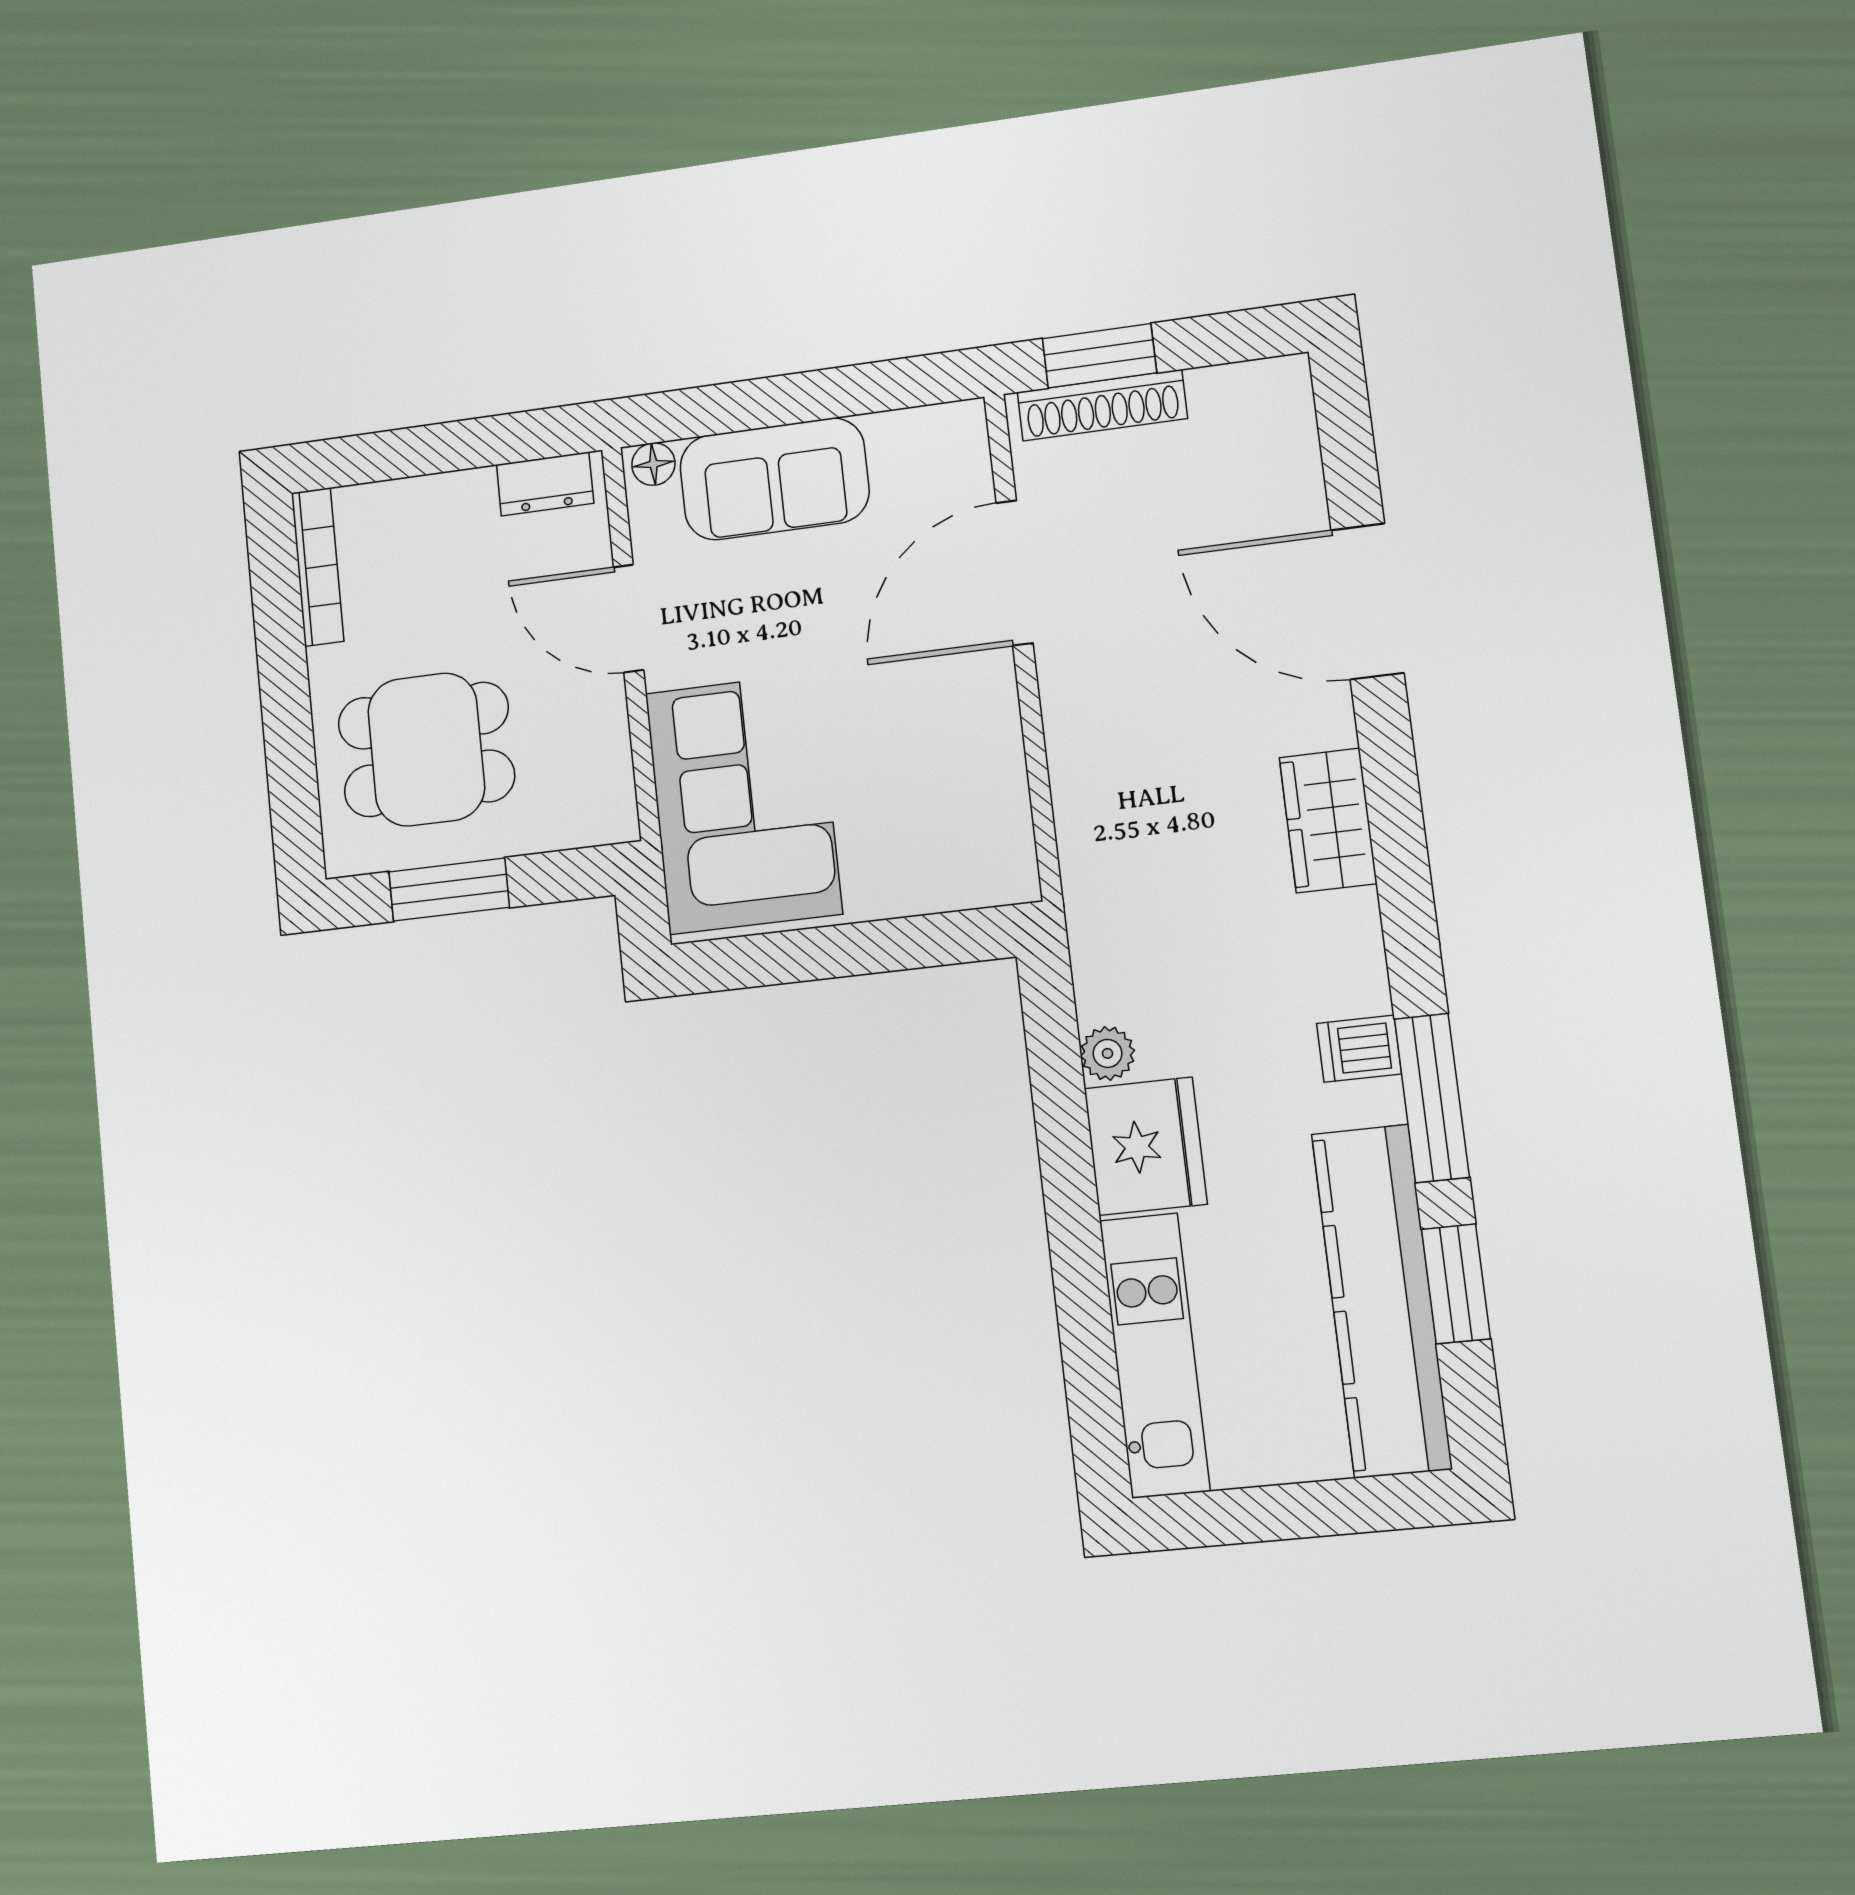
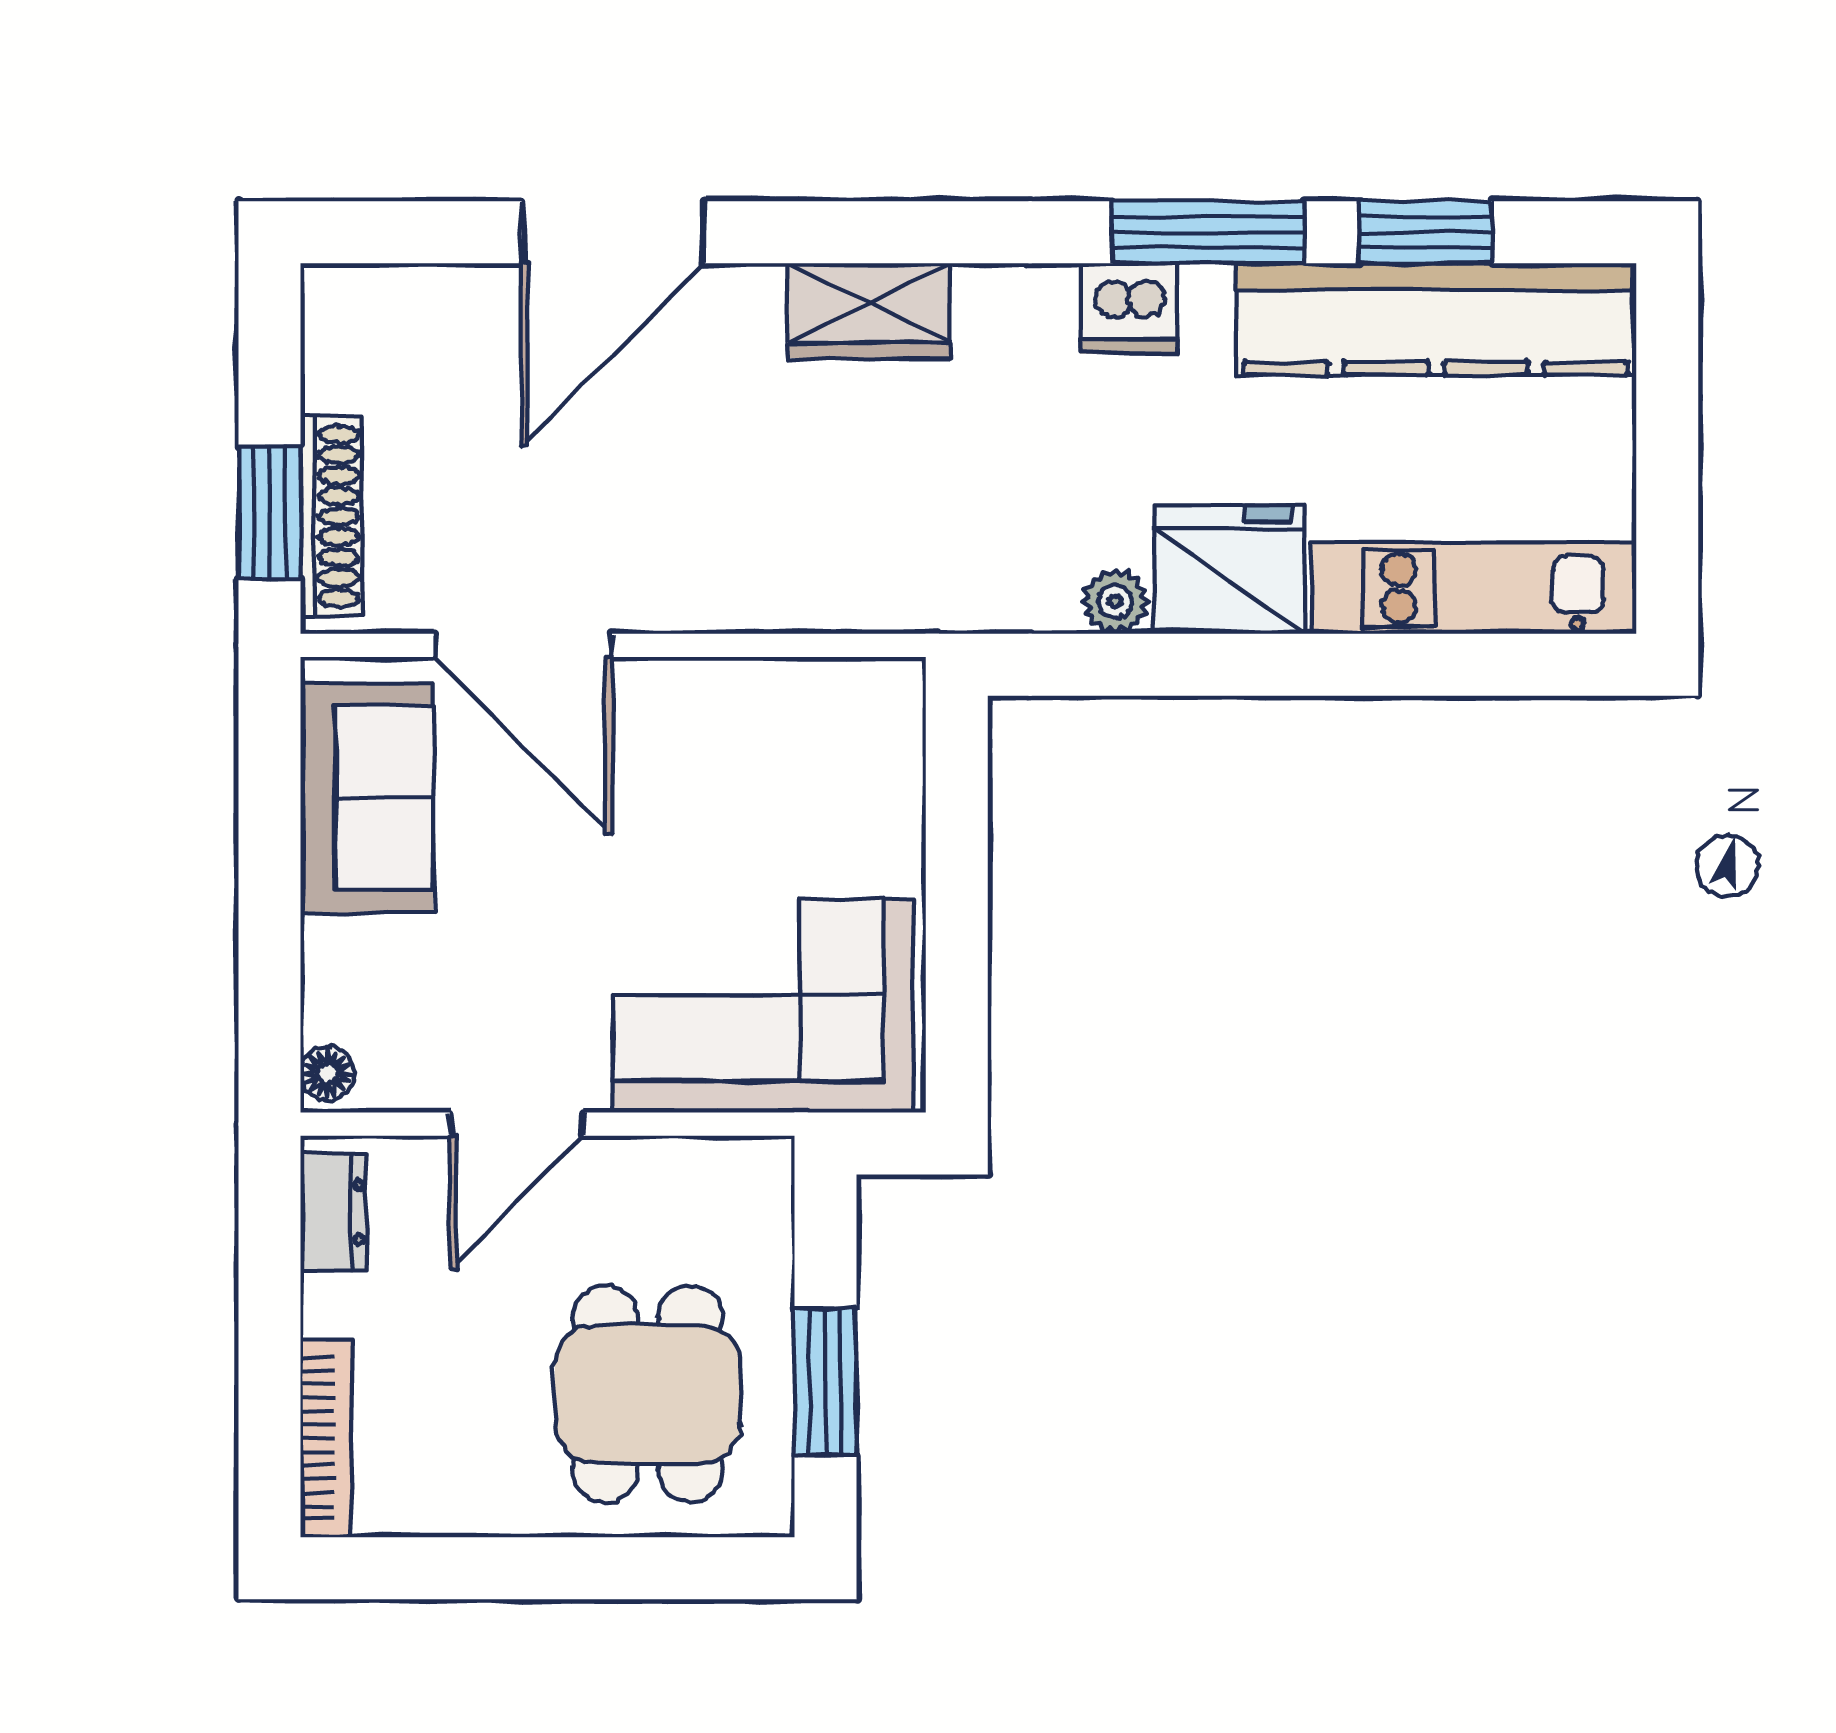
sofa: (774, 479) -> (367, 798), moved
bookcase: (317, 567) -> (326, 1438), moved, turned 90
dishwasher: (1359, 1049) -> (1129, 308), width x1.38

